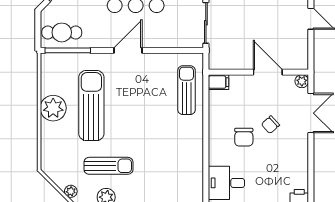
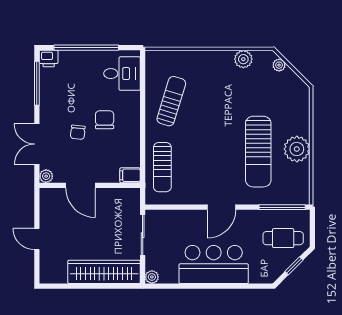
cafe table: (62, 32) -> (283, 238), moved
chair: (270, 125) -> (78, 132), turned 138
sun lounger: (108, 166) -> (171, 101), moved, turned 107
window: (311, 173) -> (37, 83), added

